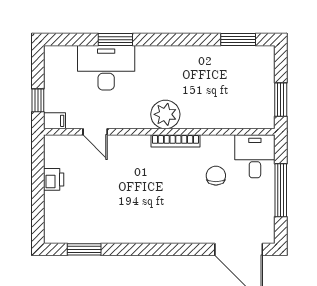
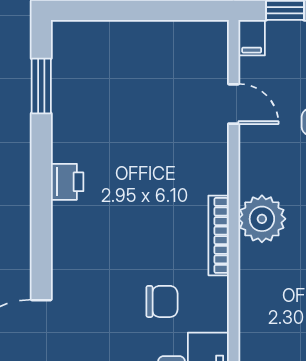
door: (95, 132) -> (234, 104), swing flipped
printer: (54, 179) -> (67, 182), moved, turned -90

